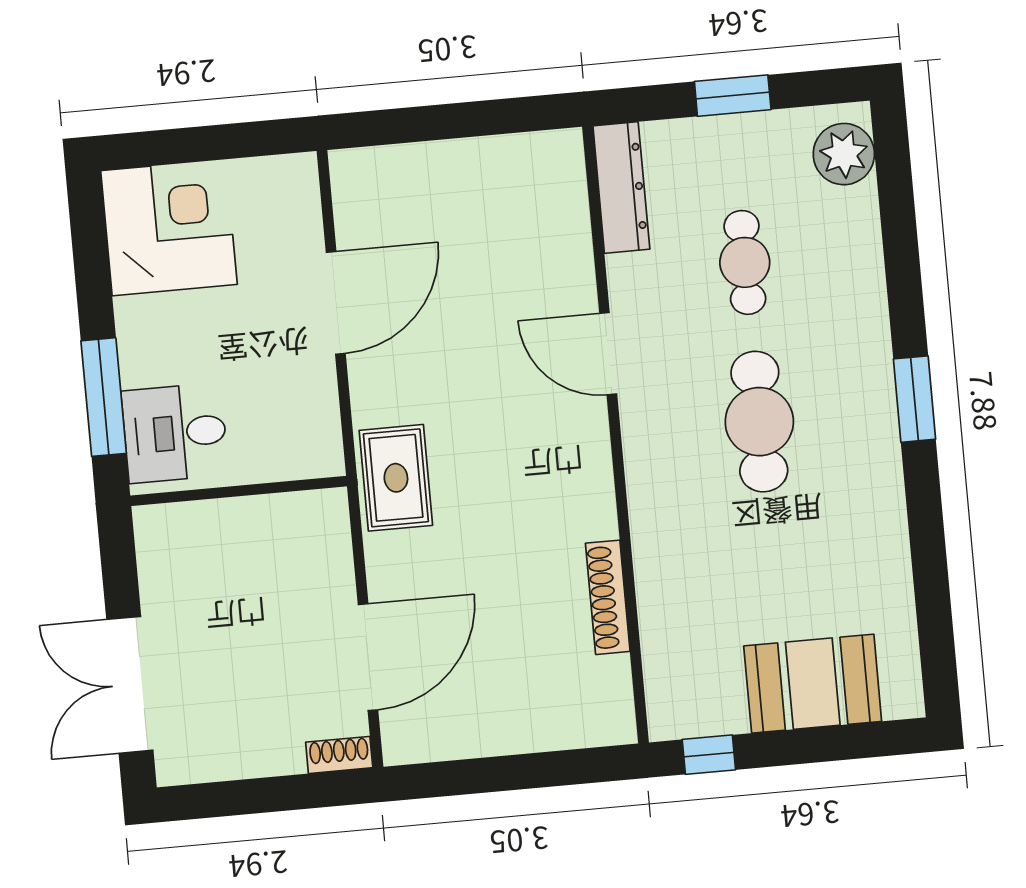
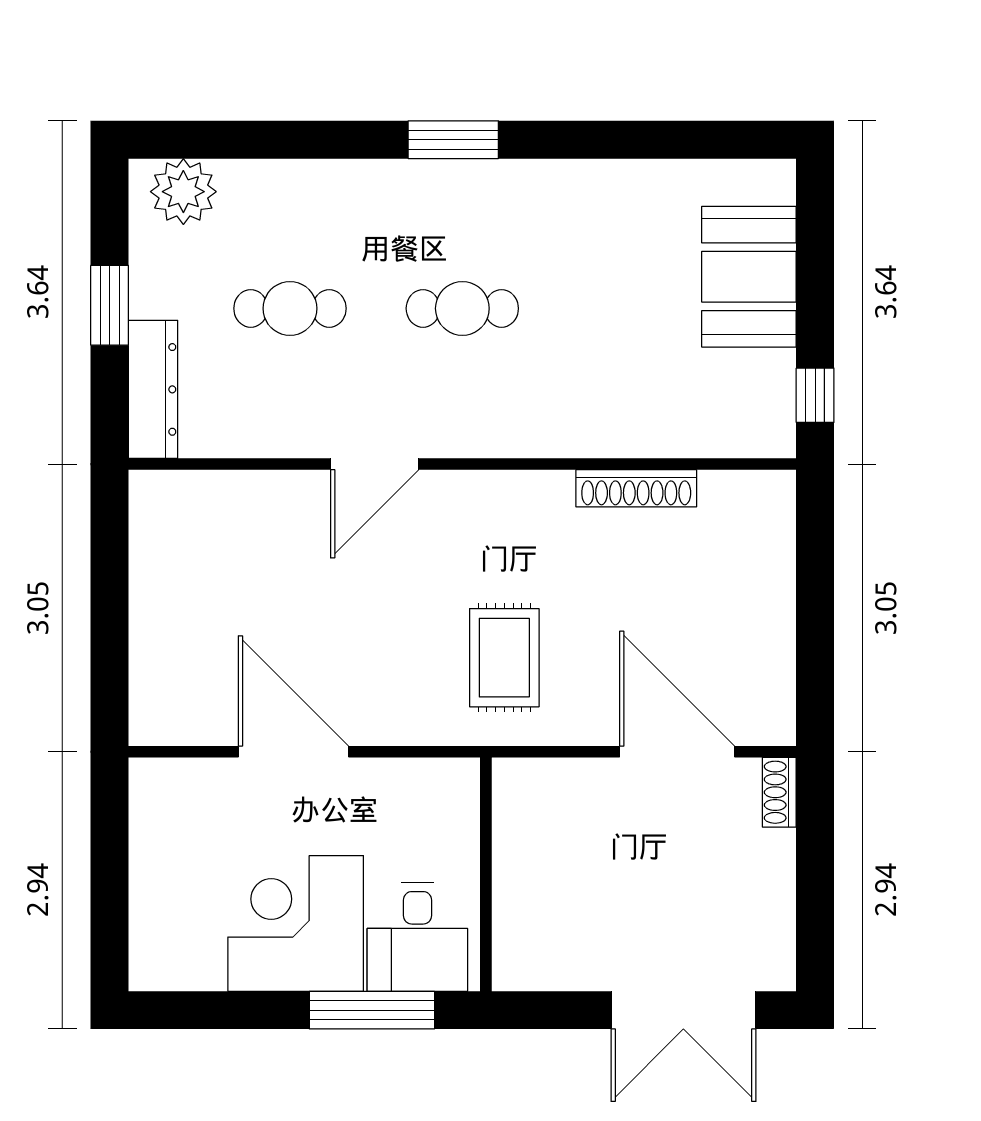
dresser: (621, 188) -> (153, 389), moved, turned 90
corner desk: (169, 228) -> (296, 923), moved
cafe table: (759, 422) -> (462, 308), width x0.73, depth x0.74
rug: (396, 478) -> (504, 658), moved, turned 90

